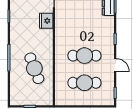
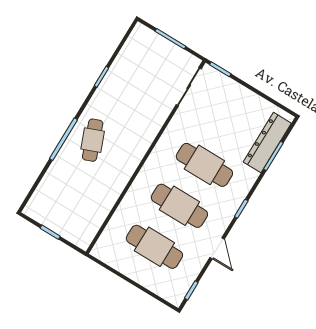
fridge: (46, 21) -> (154, 118), removed
cafe table: (84, 28) -> (204, 165), added
cafe table: (34, 68) -> (93, 140), moved, width x0.73, depth x0.74

